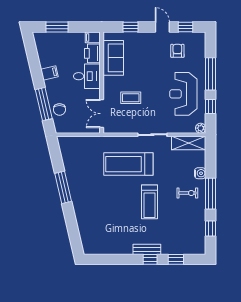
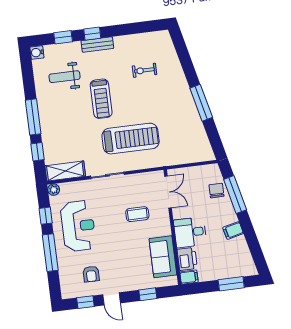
water cooler: (200, 173) -> (37, 53), moved
exercise bike: (187, 193) -> (144, 70), moved
treadmill: (149, 202) -> (101, 99), turned 180
weight bench: (179, 225) -> (65, 77), added
window: (211, 229) -> (37, 152), moved

